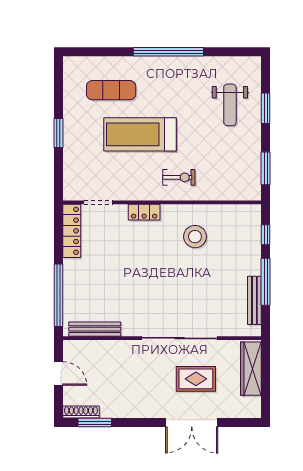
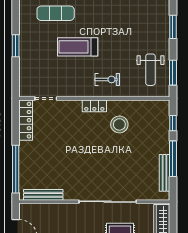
weight bench: (230, 105) -> (150, 70), moved
treadmill: (140, 134) -> (78, 47), width x0.73, depth x0.73
locker: (144, 212) -> (94, 106), moved

